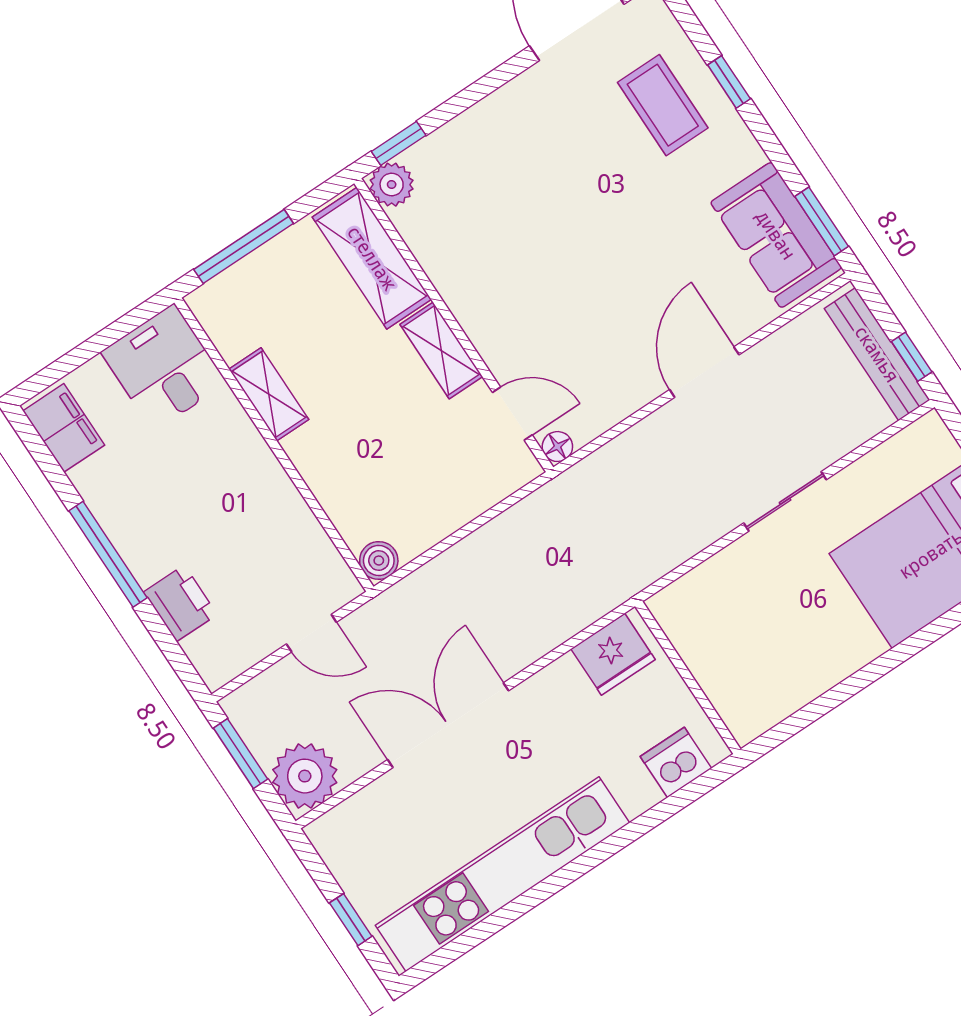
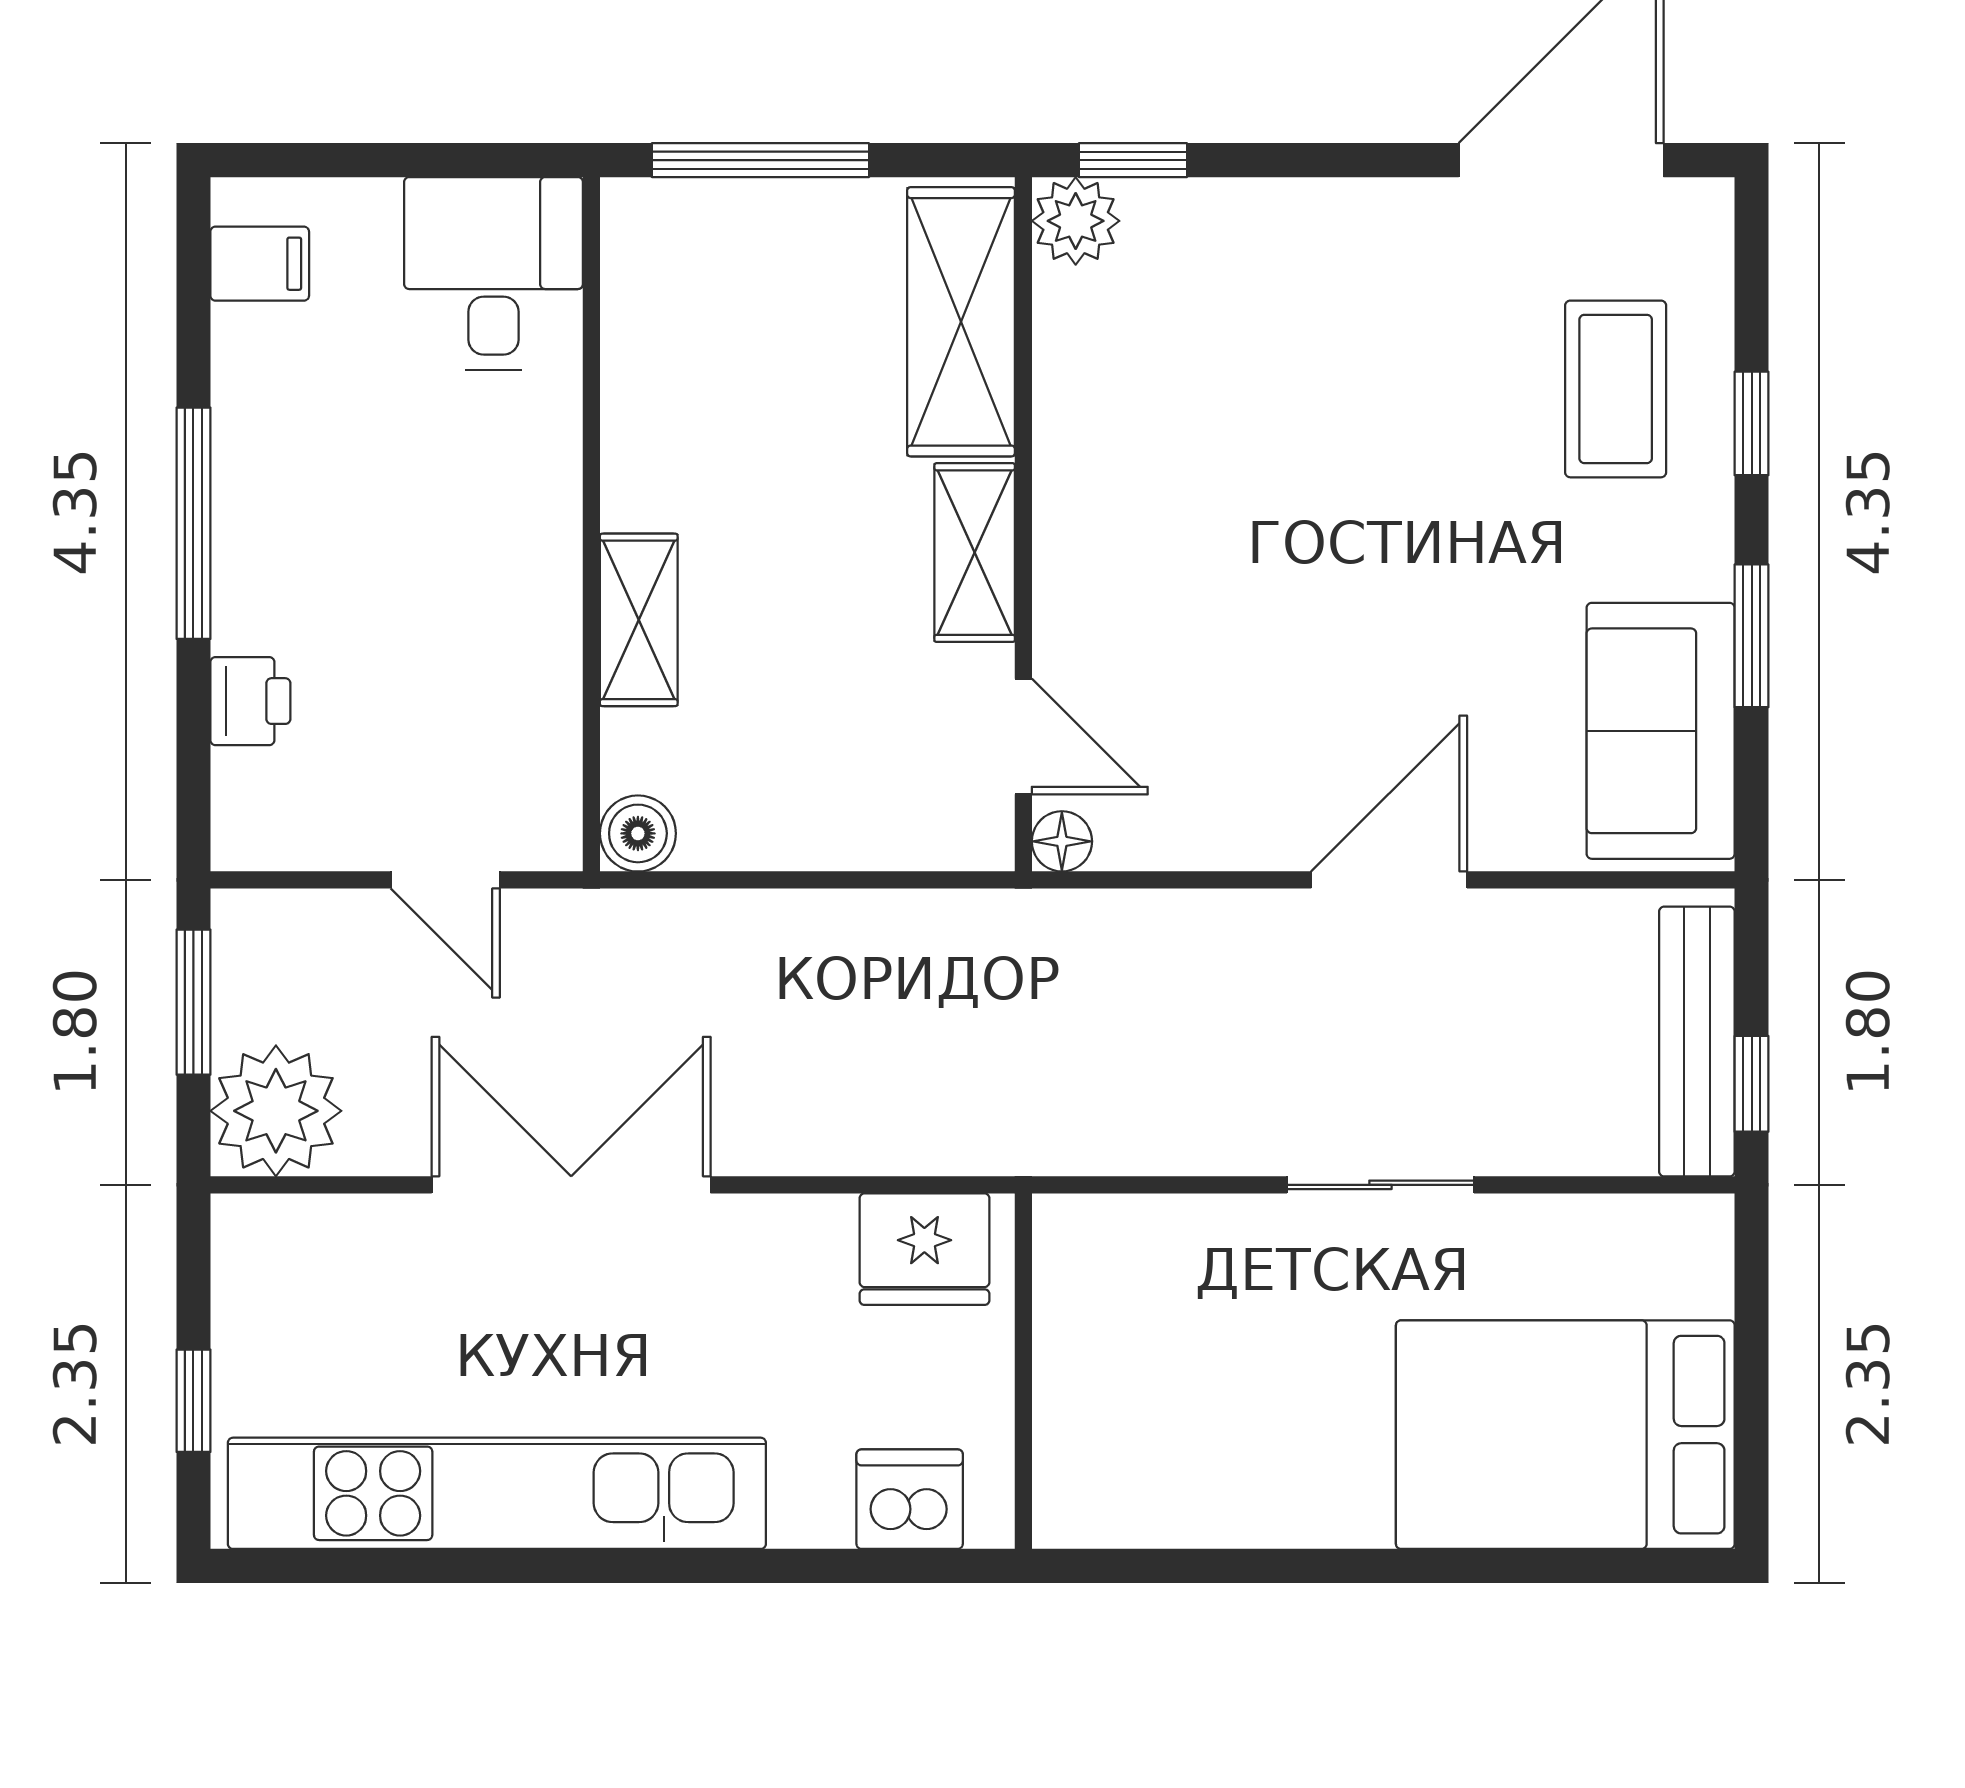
window: (822, 221) -> (1752, 636), moved
shelving: (269, 394) -> (639, 620), moved
filing cabinet: (64, 428) -> (260, 264), width x0.50
printer: (180, 603) -> (250, 701), width x0.73, depth x0.81

